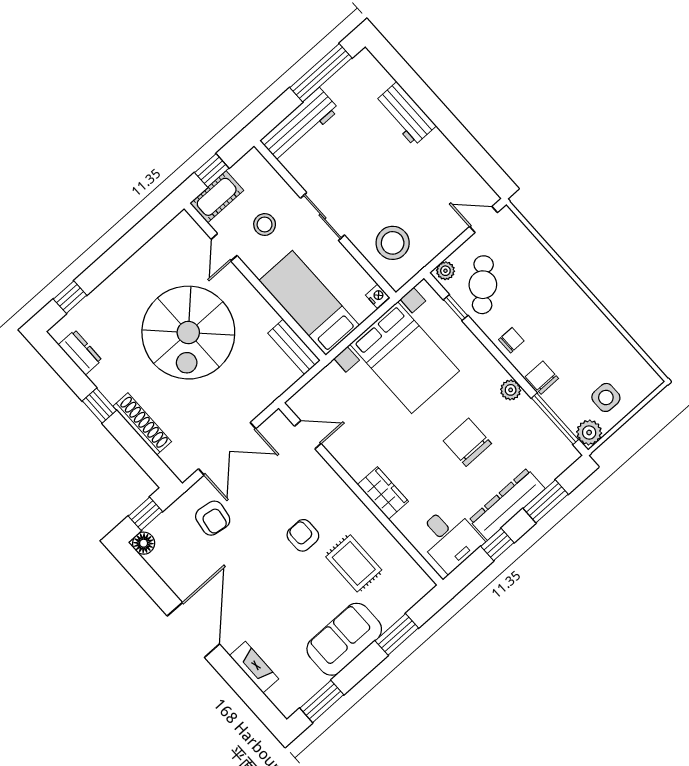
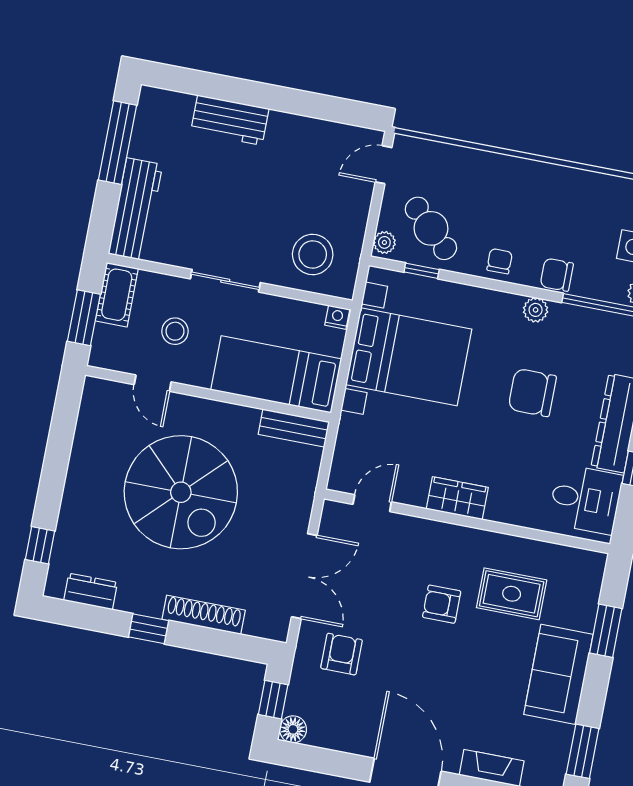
window: (212, 170) -> (84, 318), width x1.50
cot: (217, 197) -> (117, 295), moved
wardrobe: (383, 493) -> (457, 498), moved
armchair: (213, 518) -> (342, 654), turned -99

